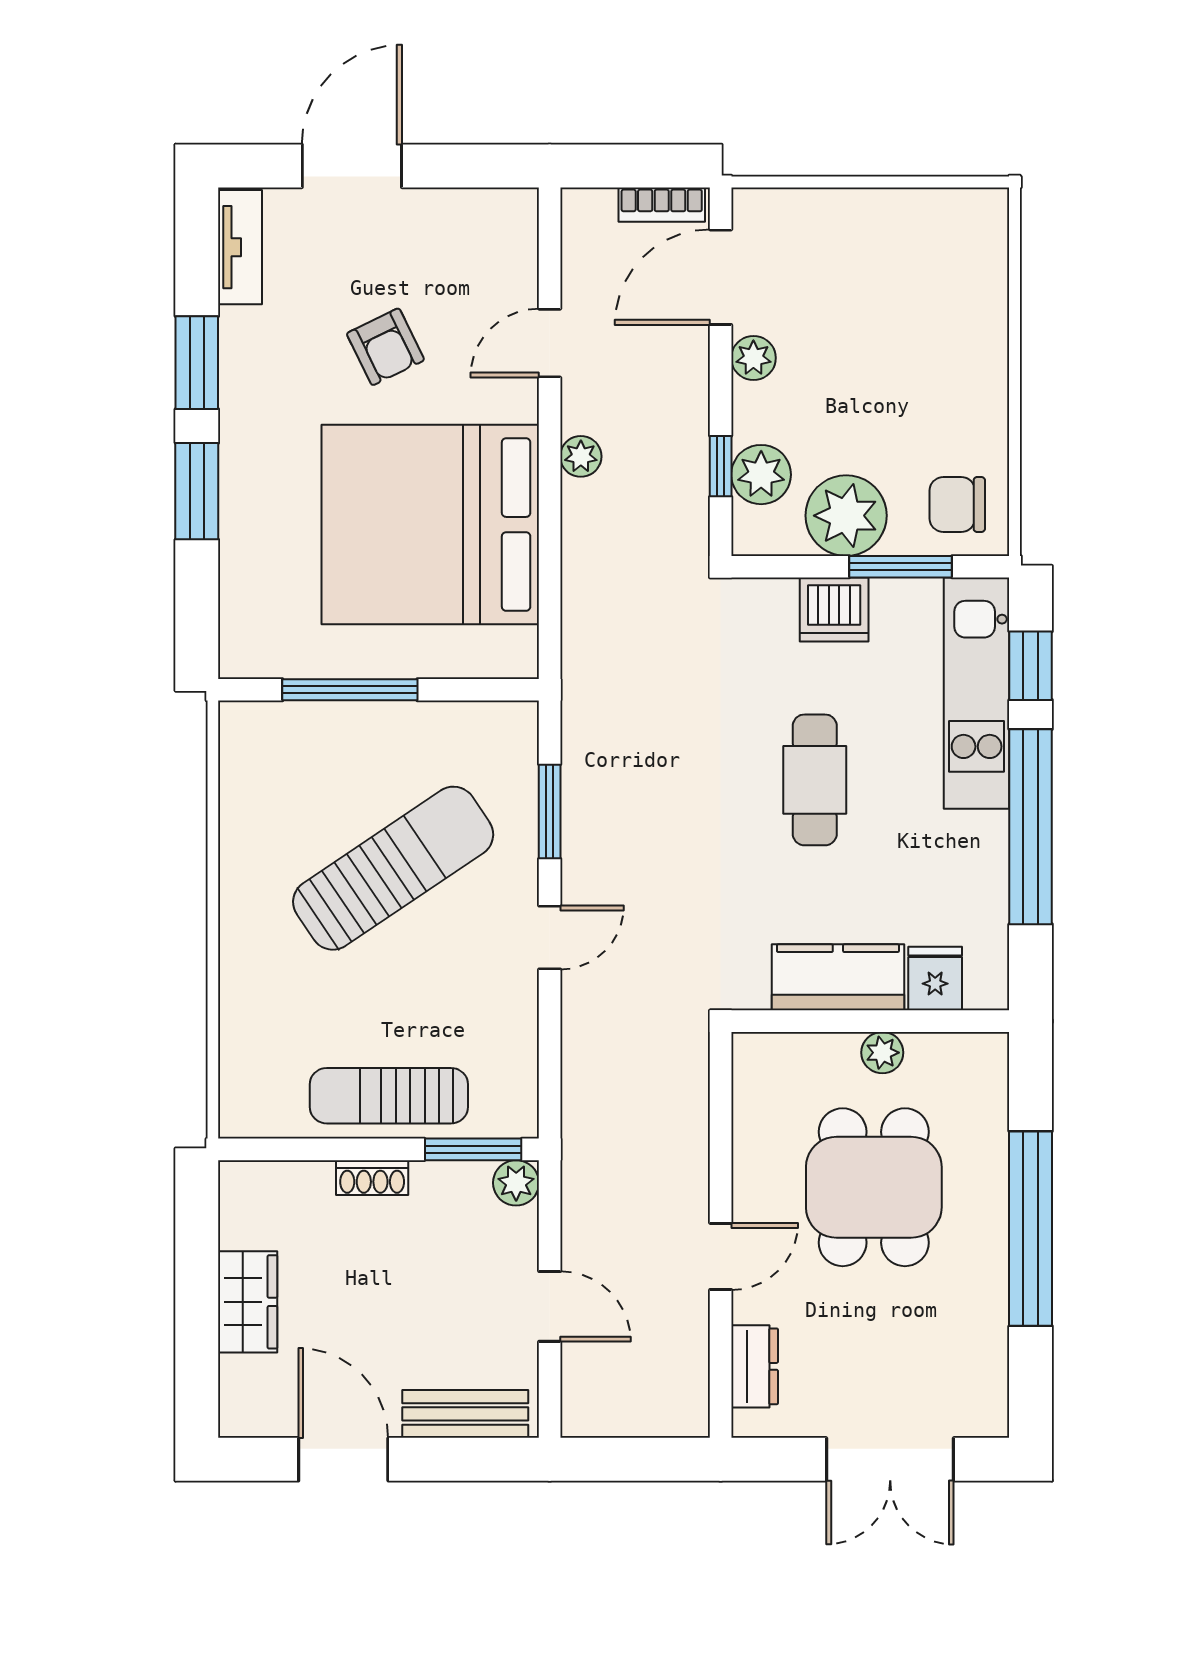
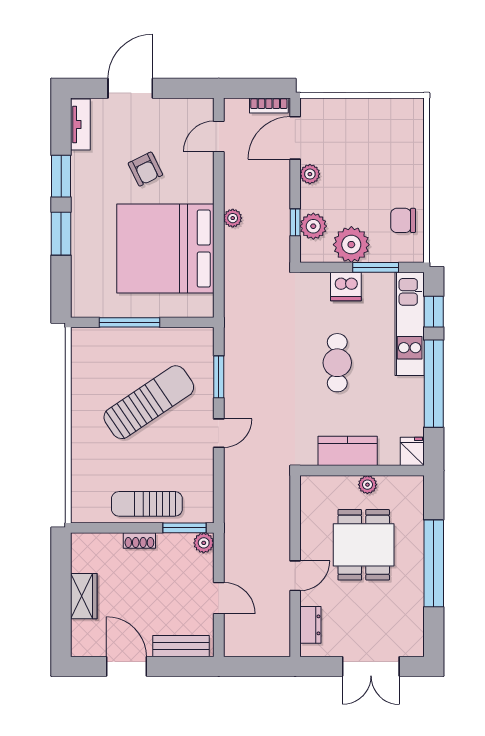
door: (550, 343) -> (219, 136), moved
chair: (957, 505) -> (403, 220), moved
fridge: (935, 978) -> (412, 451), moved

